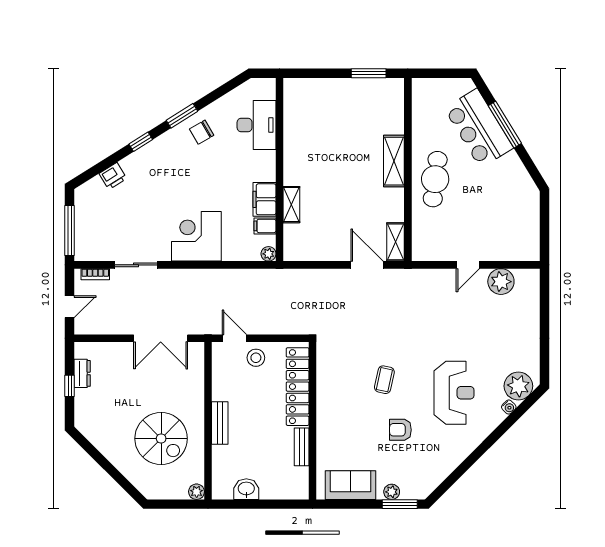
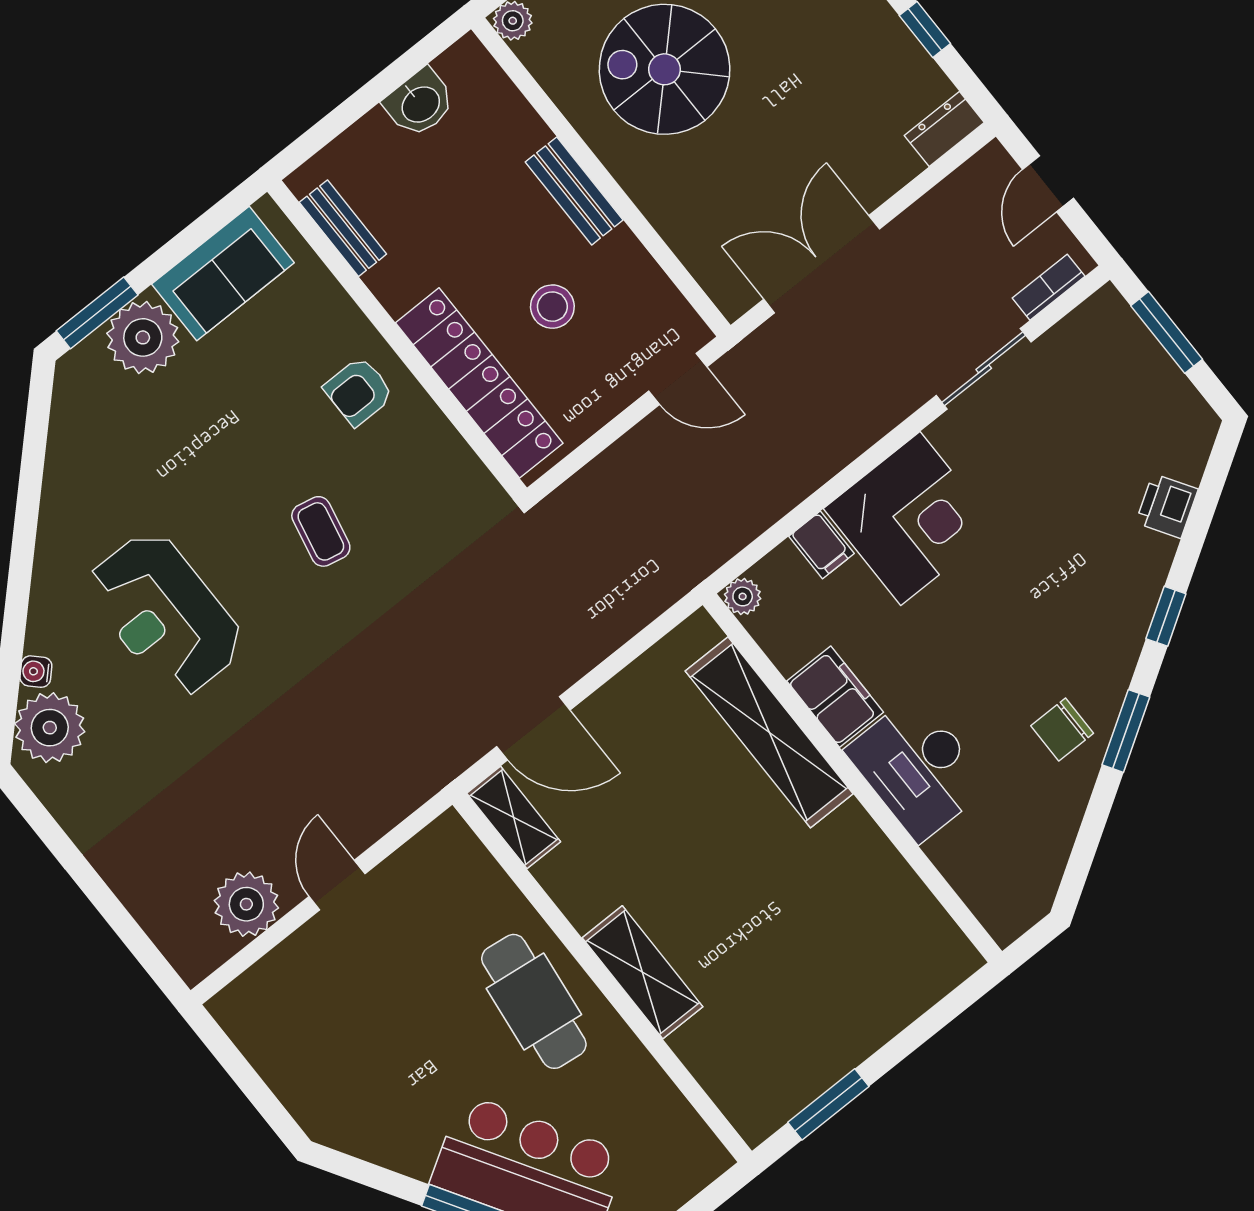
desk: (257, 125) -> (918, 768), moved
chair: (202, 132) -> (1062, 730), turned -150
shelving: (291, 205) -> (769, 732), width x2.20, depth x1.33
filing cabinet: (265, 226) -> (821, 545), moved, turned 90
window: (70, 230) -> (1167, 332), width x0.69
stool: (256, 358) -> (552, 307), moved
dresser: (82, 373) -> (944, 129), moved, turned 90
armchair: (400, 430) -> (359, 391), moved, turned 180
bench: (302, 447) -> (343, 228), moved
plant: (392, 492) -> (143, 337), width x1.88, depth x1.88

